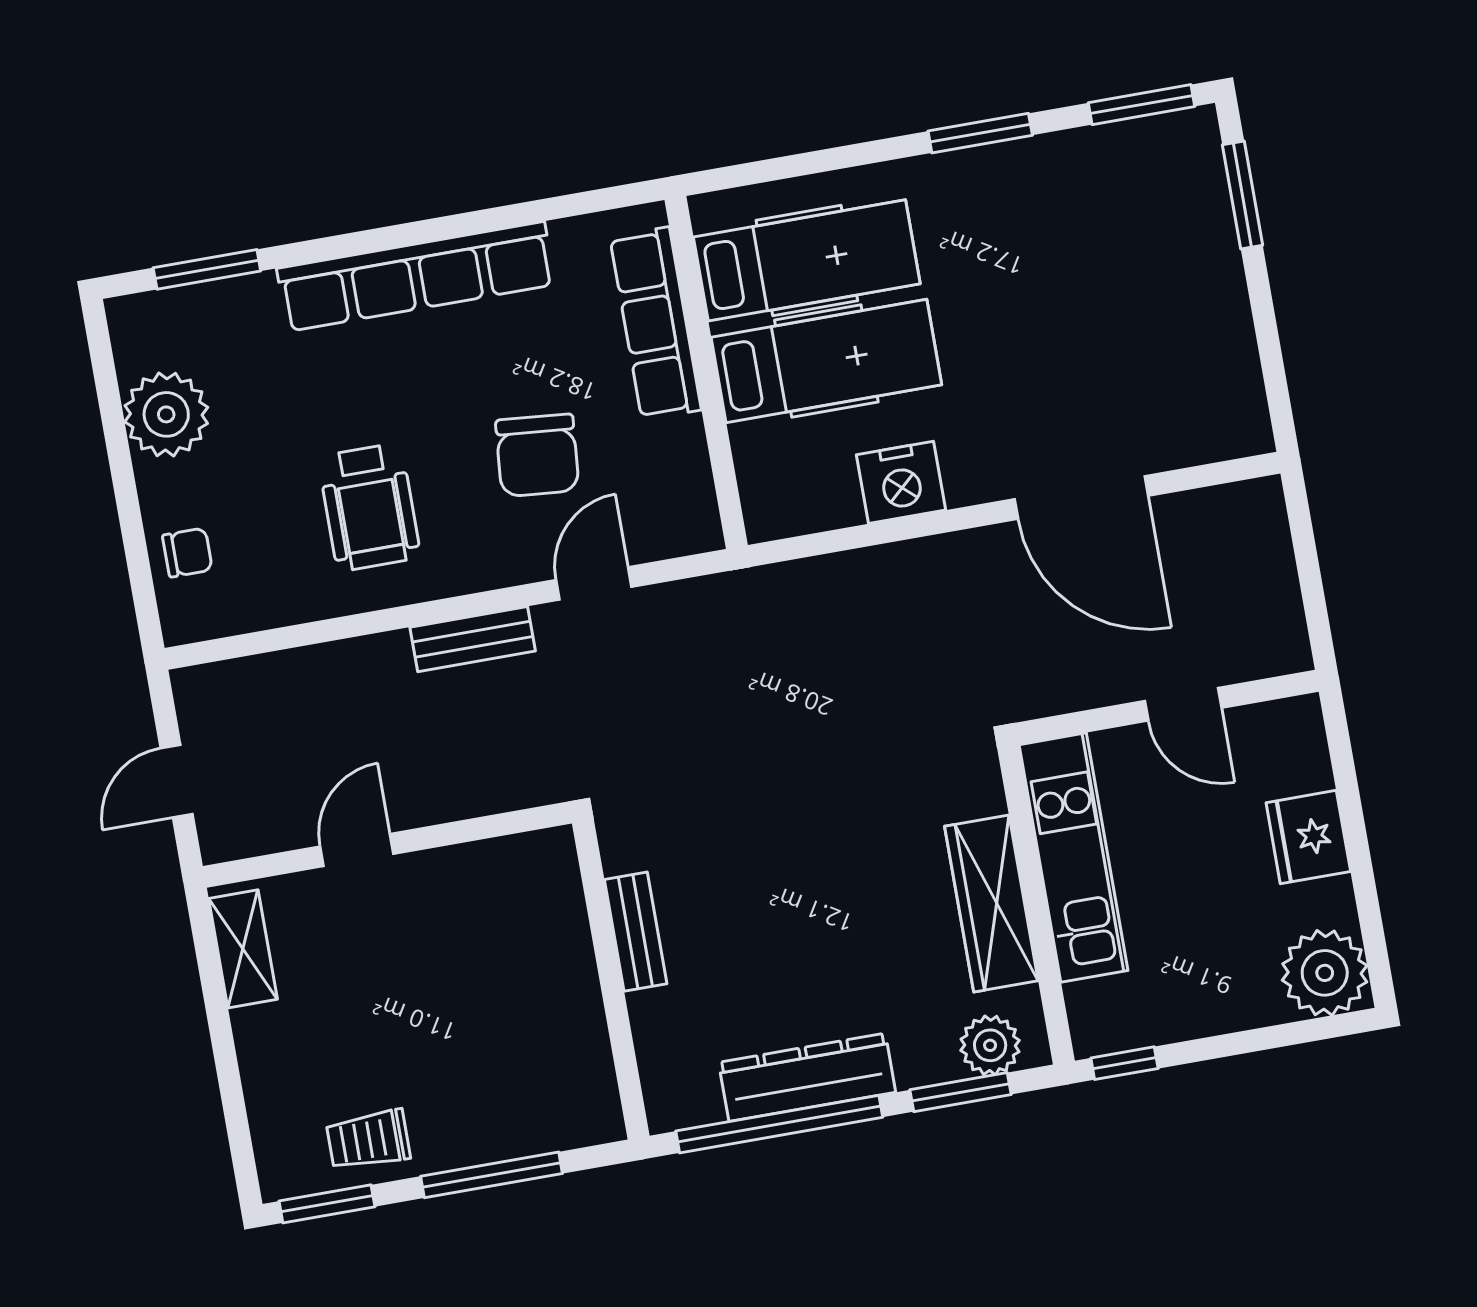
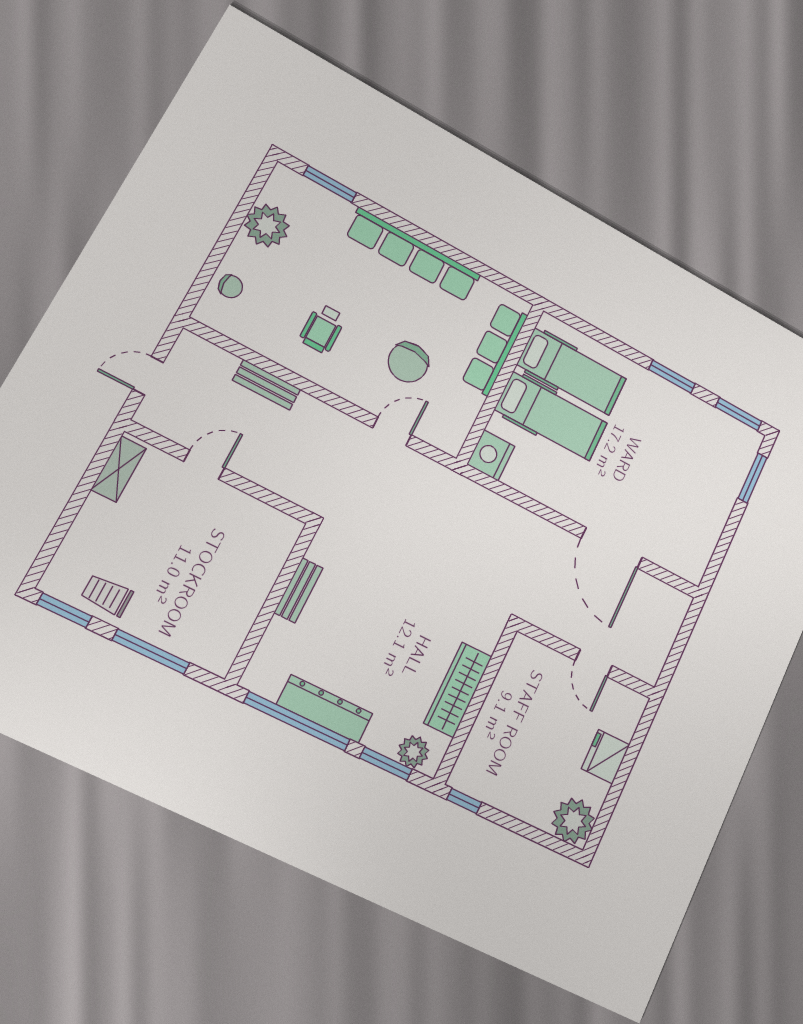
nightstand: (901, 482) -> (491, 455), moved, turned 90
wheelchair: (369, 507) -> (323, 329), width x0.73, depth x0.73
bench: (473, 639) -> (267, 385), moved
kitchen unit: (1073, 858) -> (505, 695), removed

